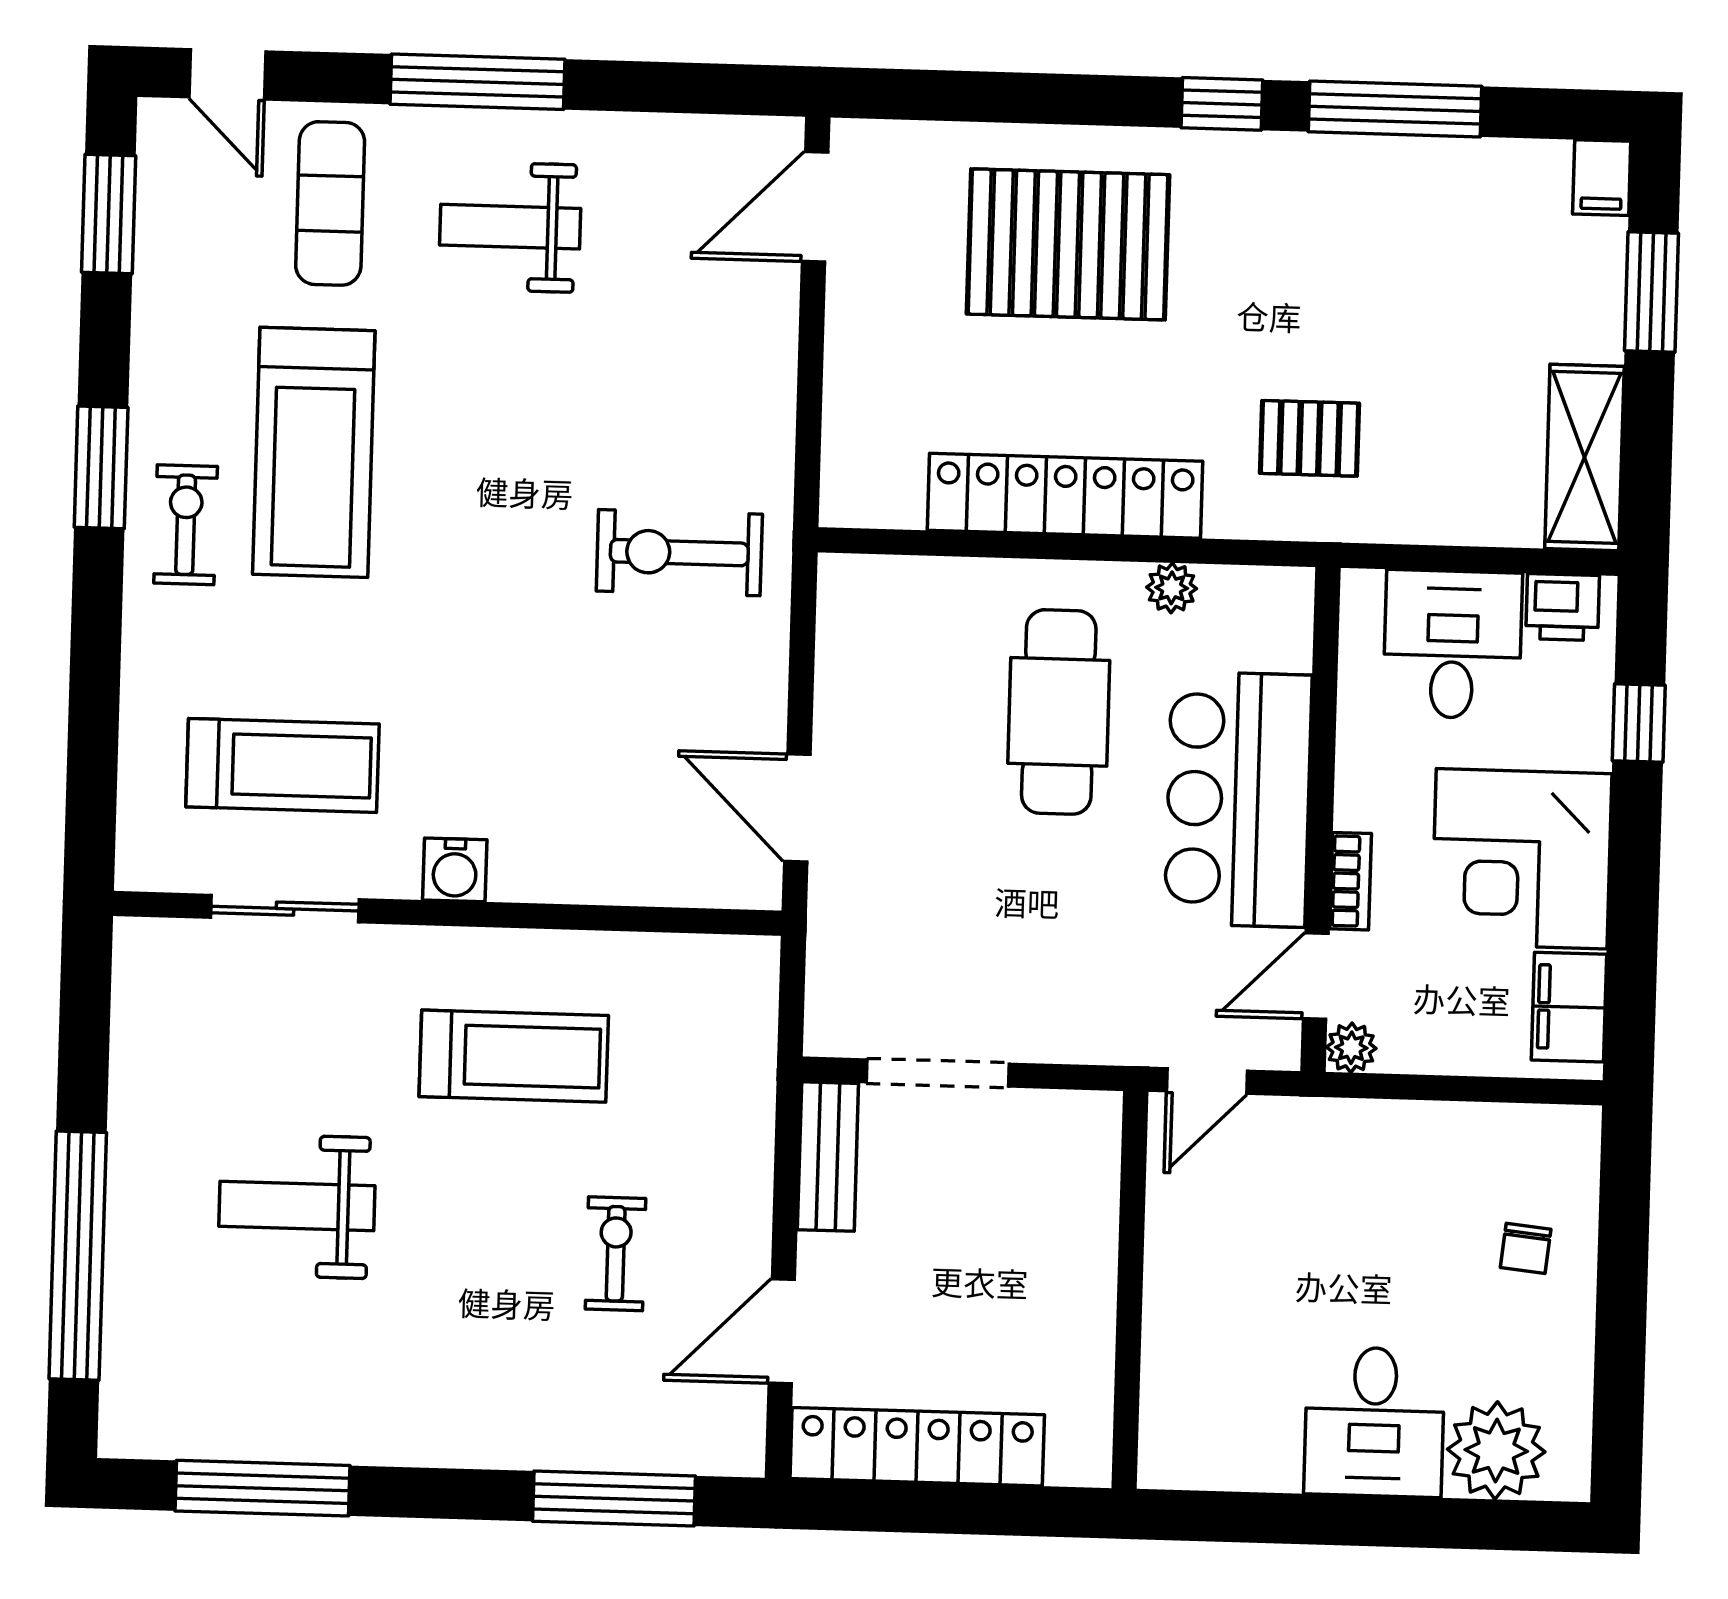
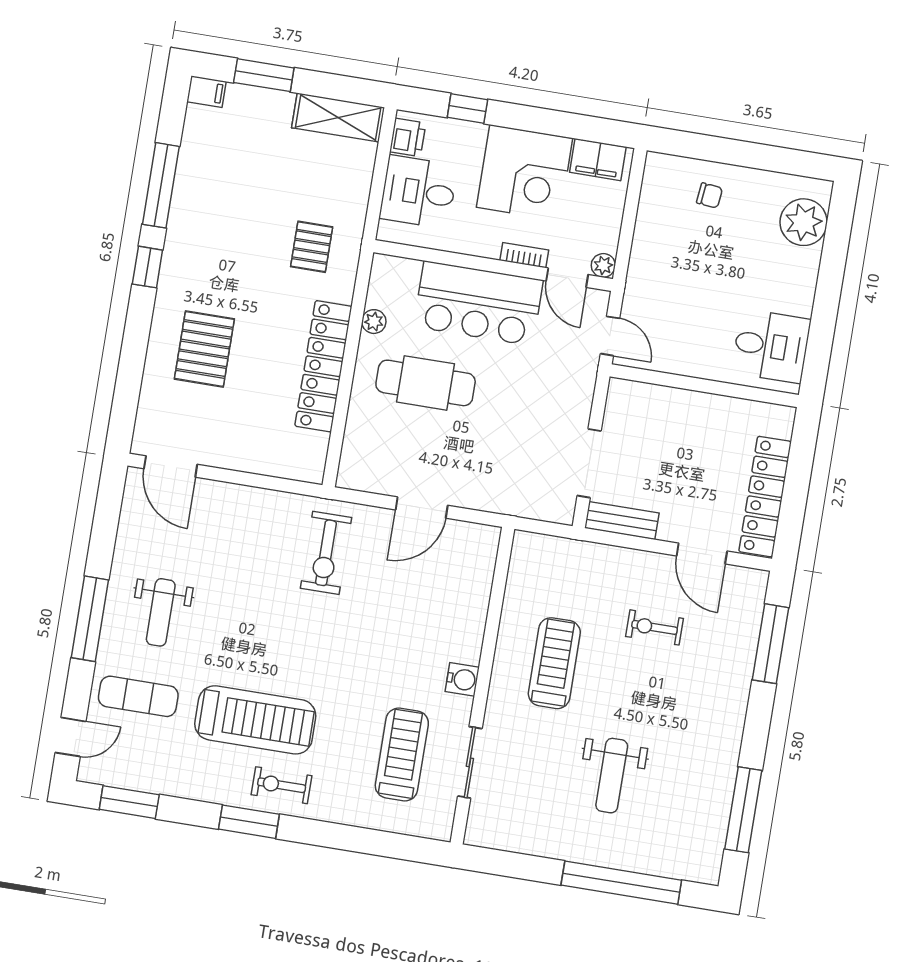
pallet: (1068, 244) -> (204, 349), width x0.73, depth x0.71
door: (797, 808) -> (422, 508), moved
desk: (1374, 1422) -> (771, 346), moved

